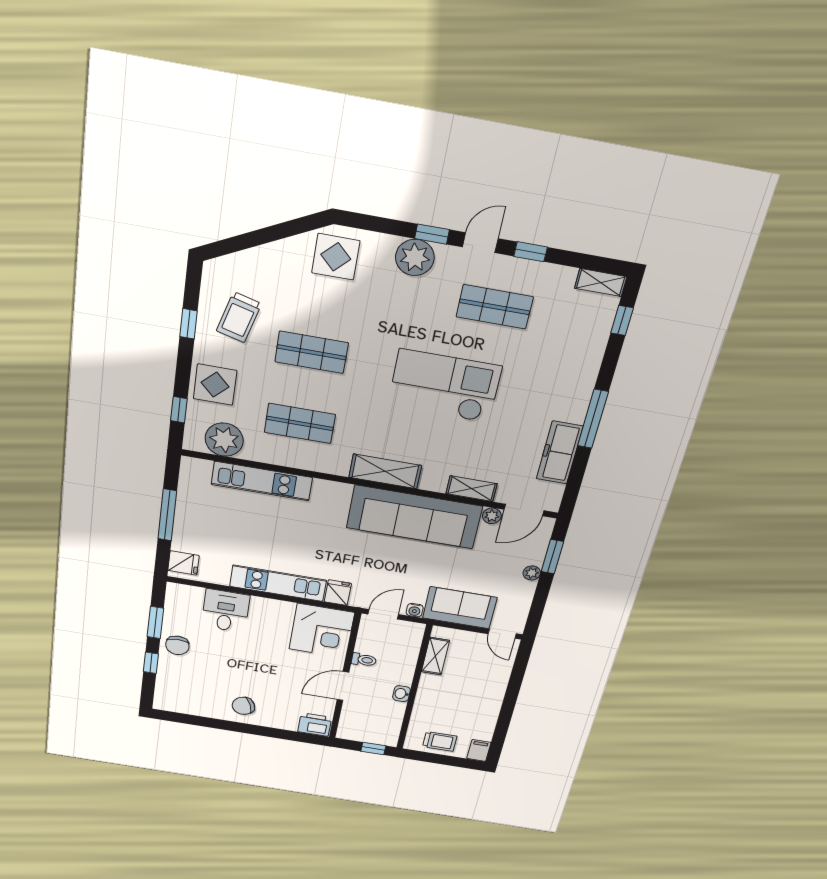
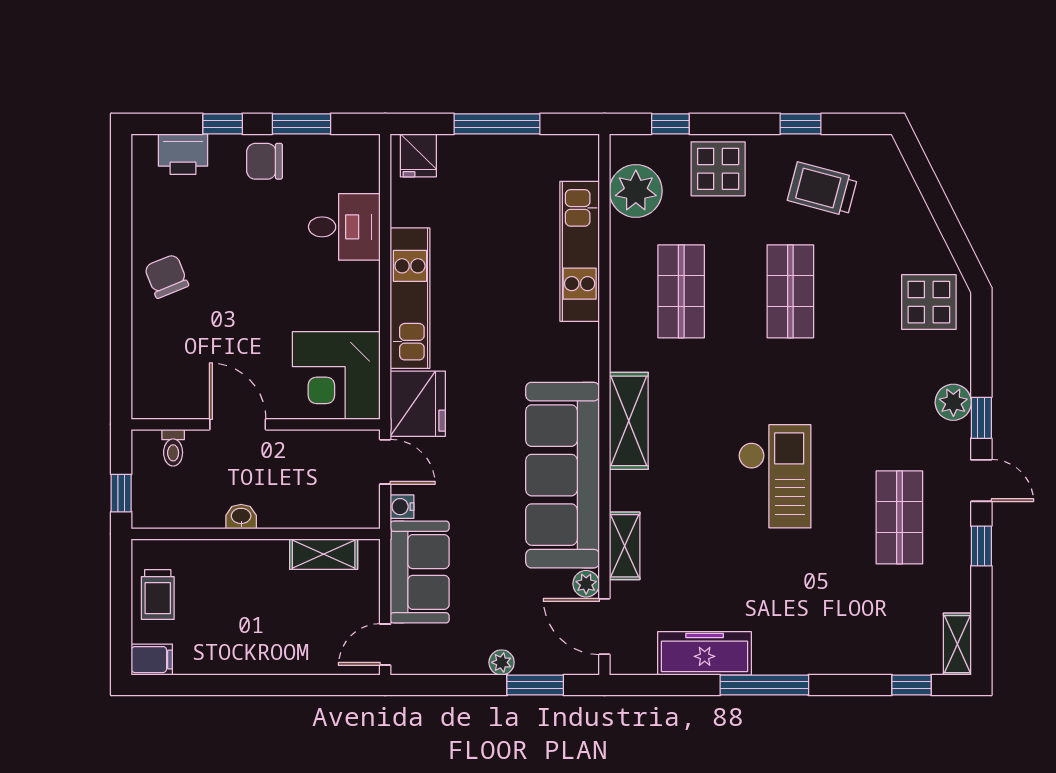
plant: (415, 257) -> (953, 402), width x0.73, depth x0.73
checkout: (445, 386) -> (775, 476), width x0.73, depth x0.83
fridge: (338, 593) -> (418, 404), width x1.88, depth x1.34
toilet: (364, 660) -> (173, 448), moved
printer: (315, 725) -> (183, 154), moved, turned 90

